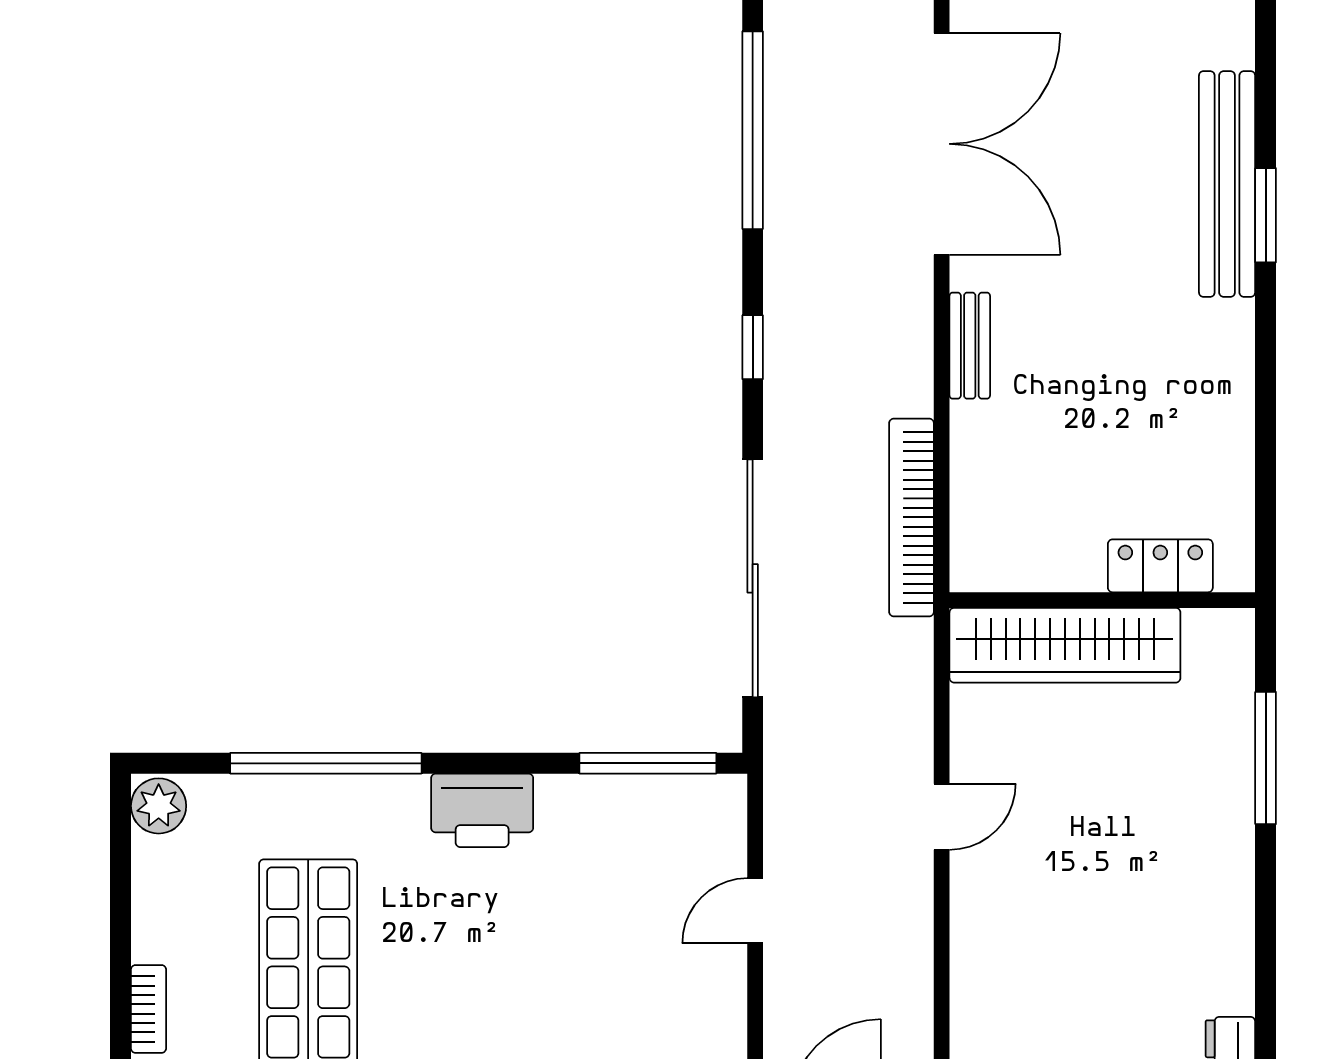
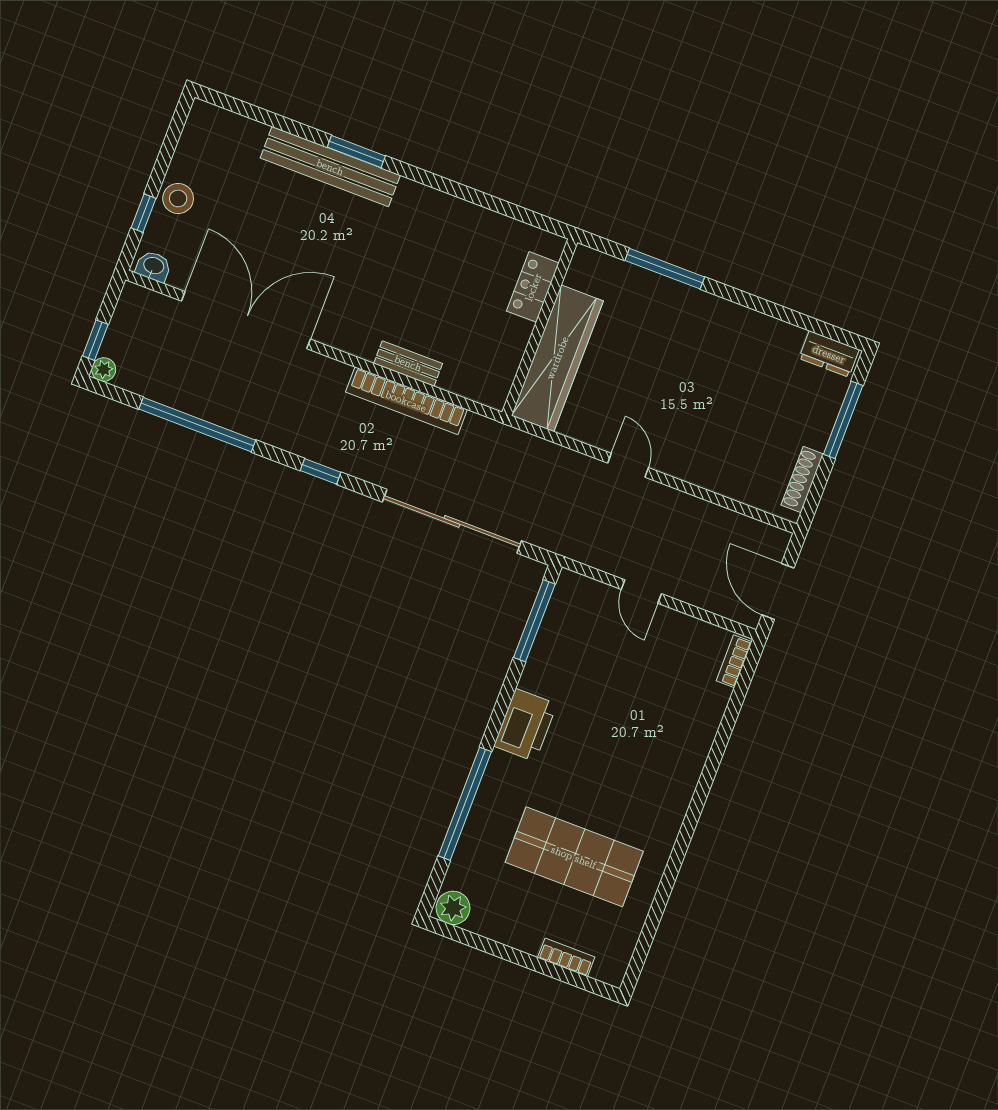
bench: (970, 346) -> (408, 363), moved
bookcase: (912, 517) -> (406, 401), moved

